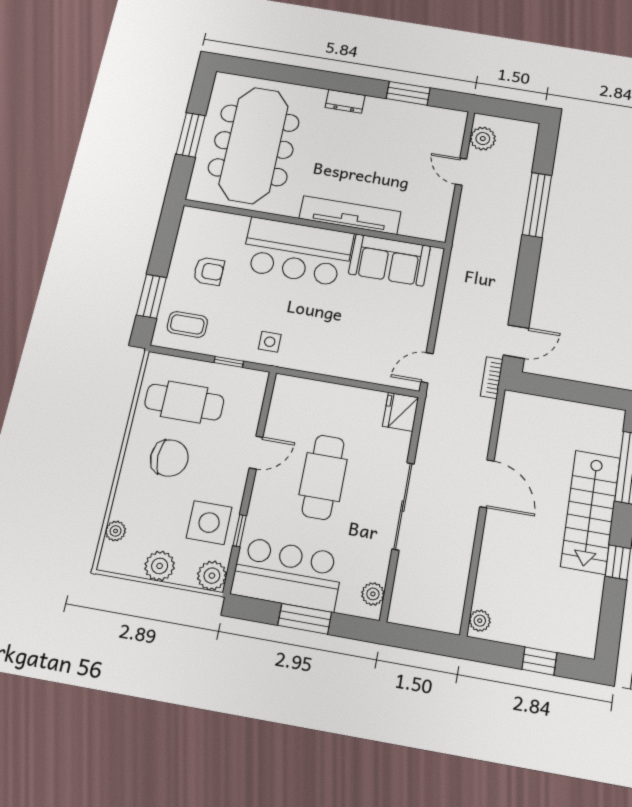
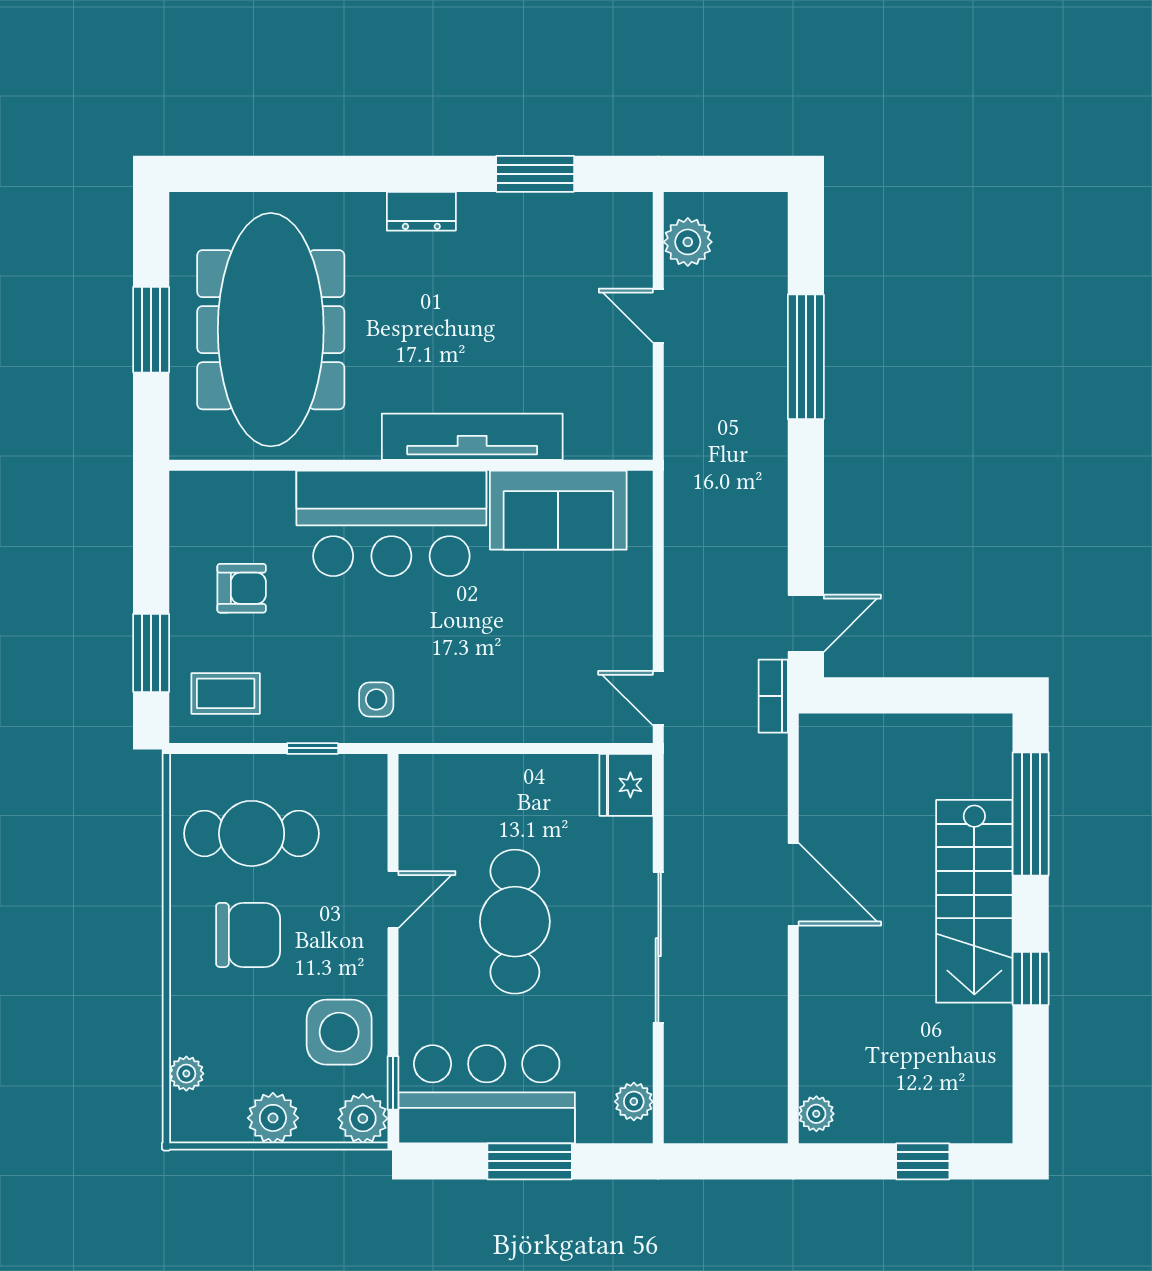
door: (427, 368) -> (658, 698), hinge flipped
window: (240, 531) -> (393, 1083), moved

